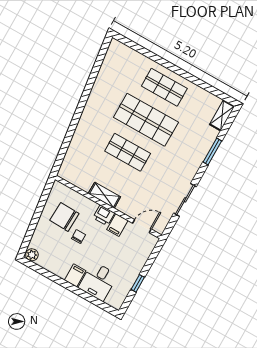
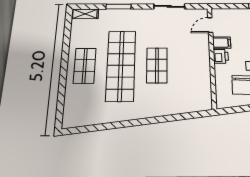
shop shelf: (146, 120) -> (121, 65), width x1.40
shelving: (104, 195) -> (204, 64), removed
door: (142, 226) -> (210, 25), hinge flipped

